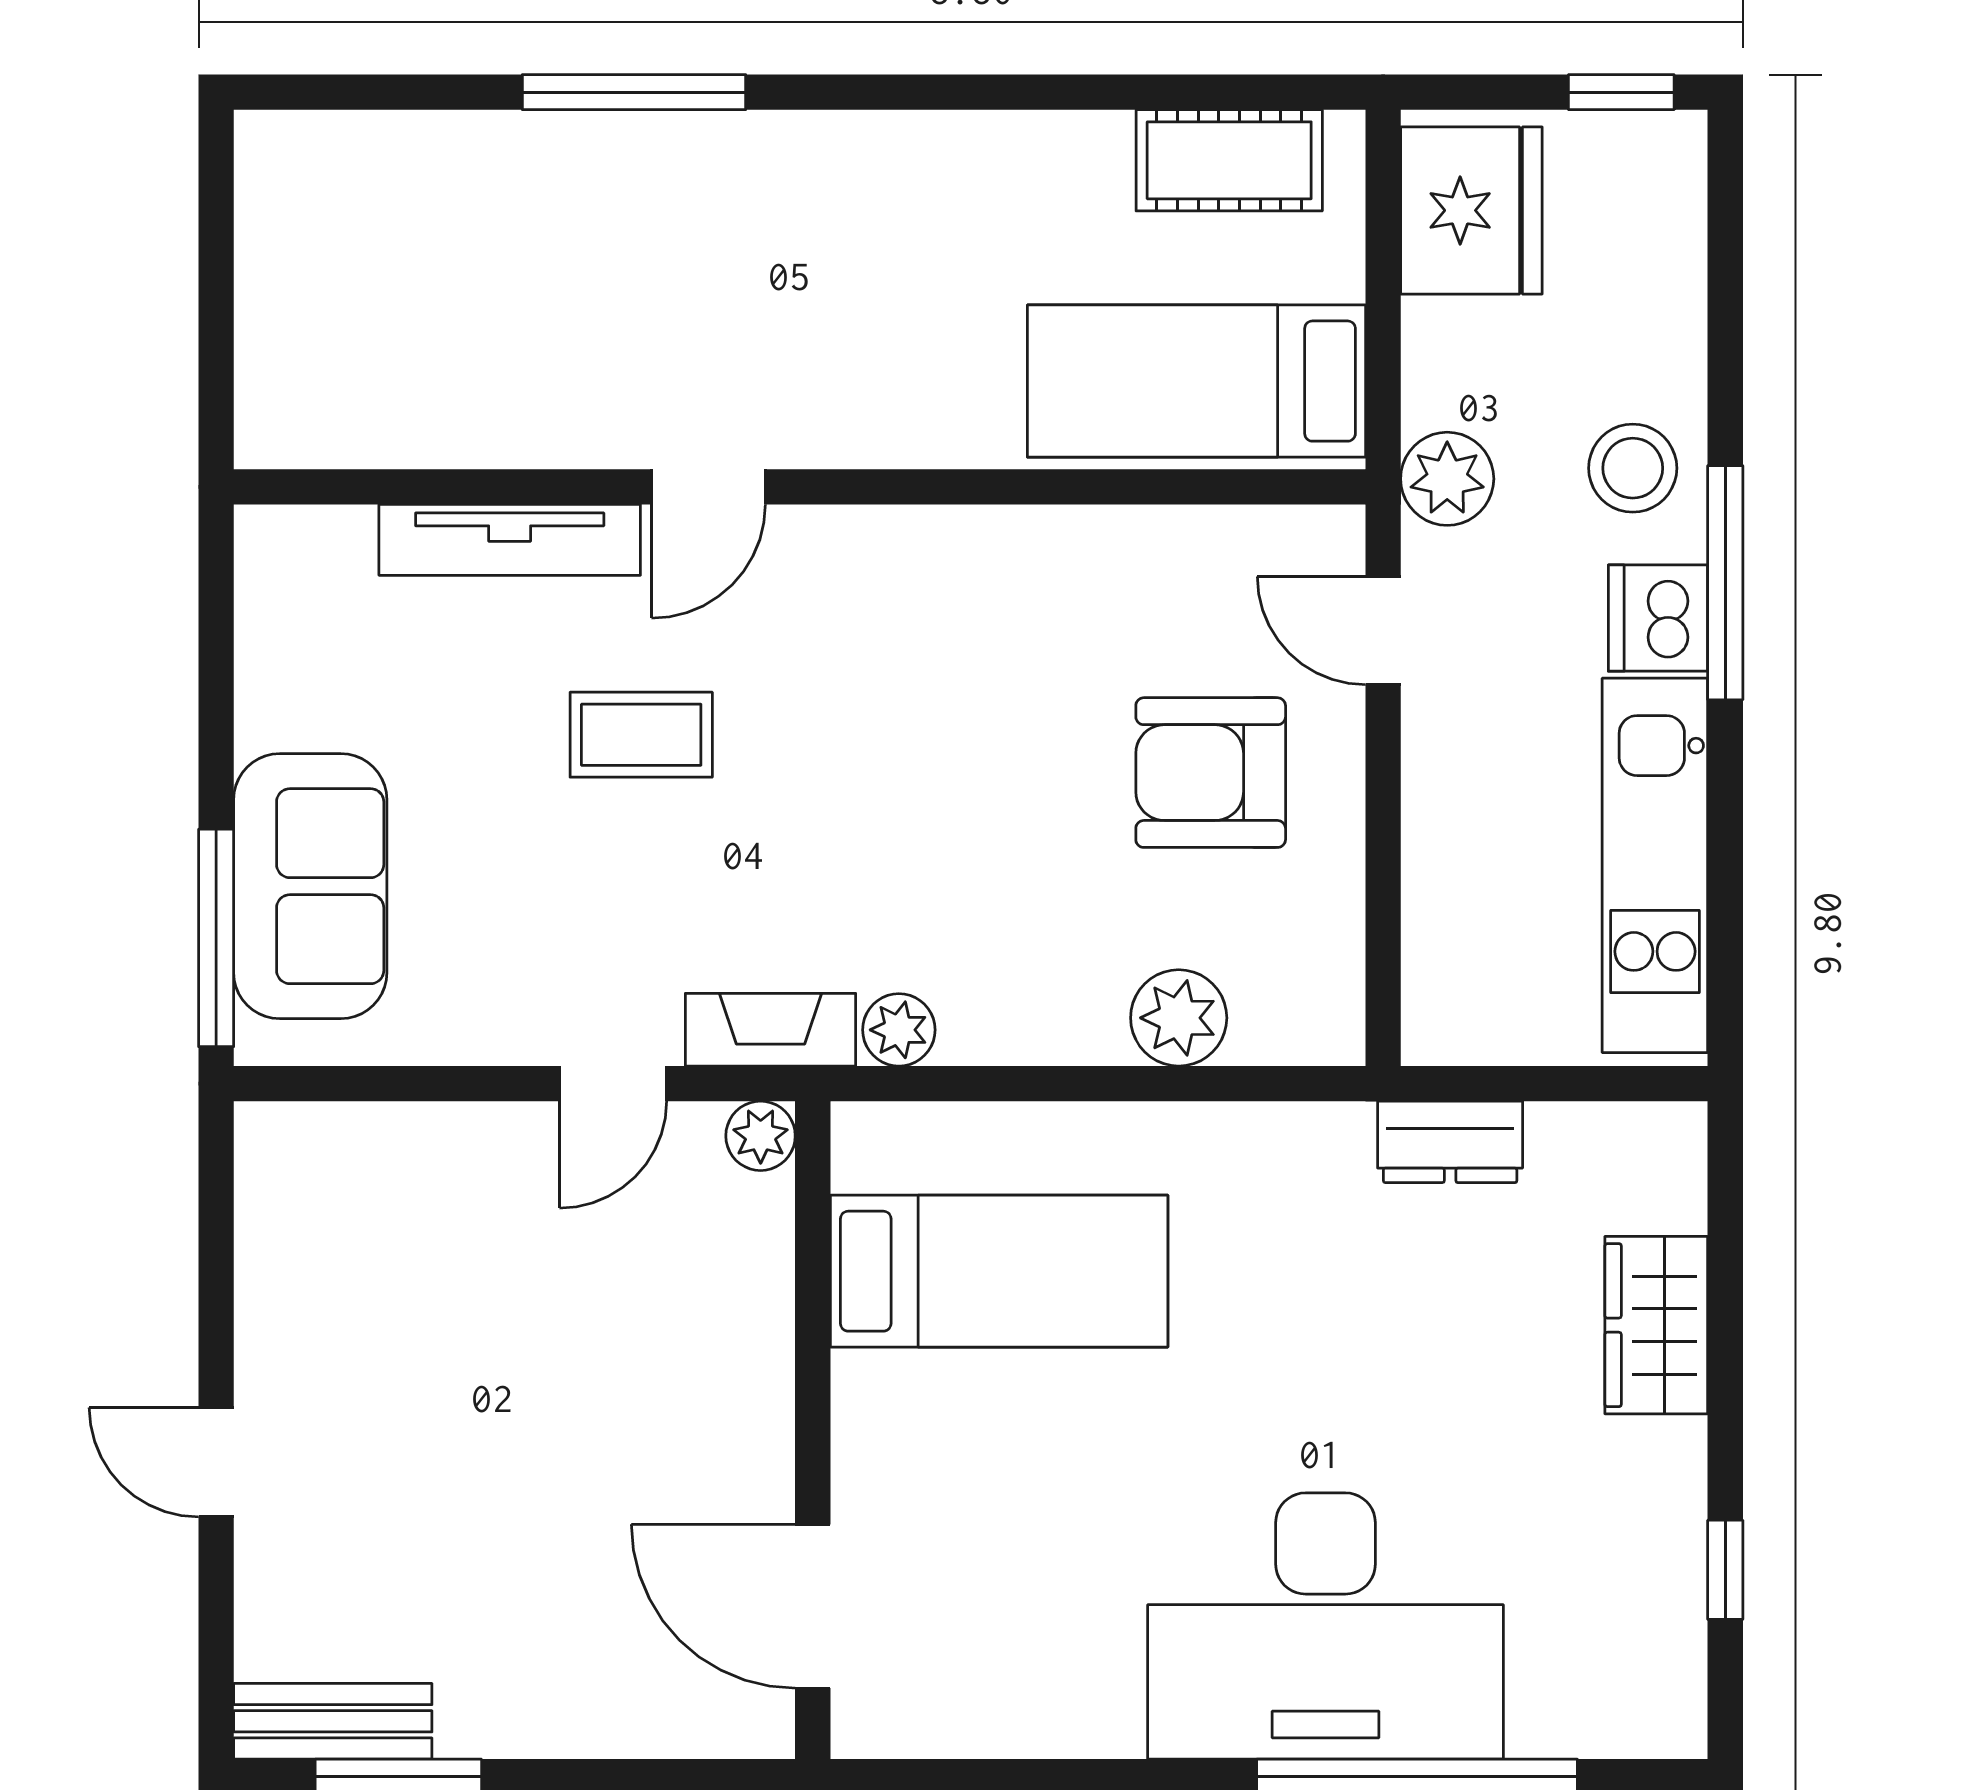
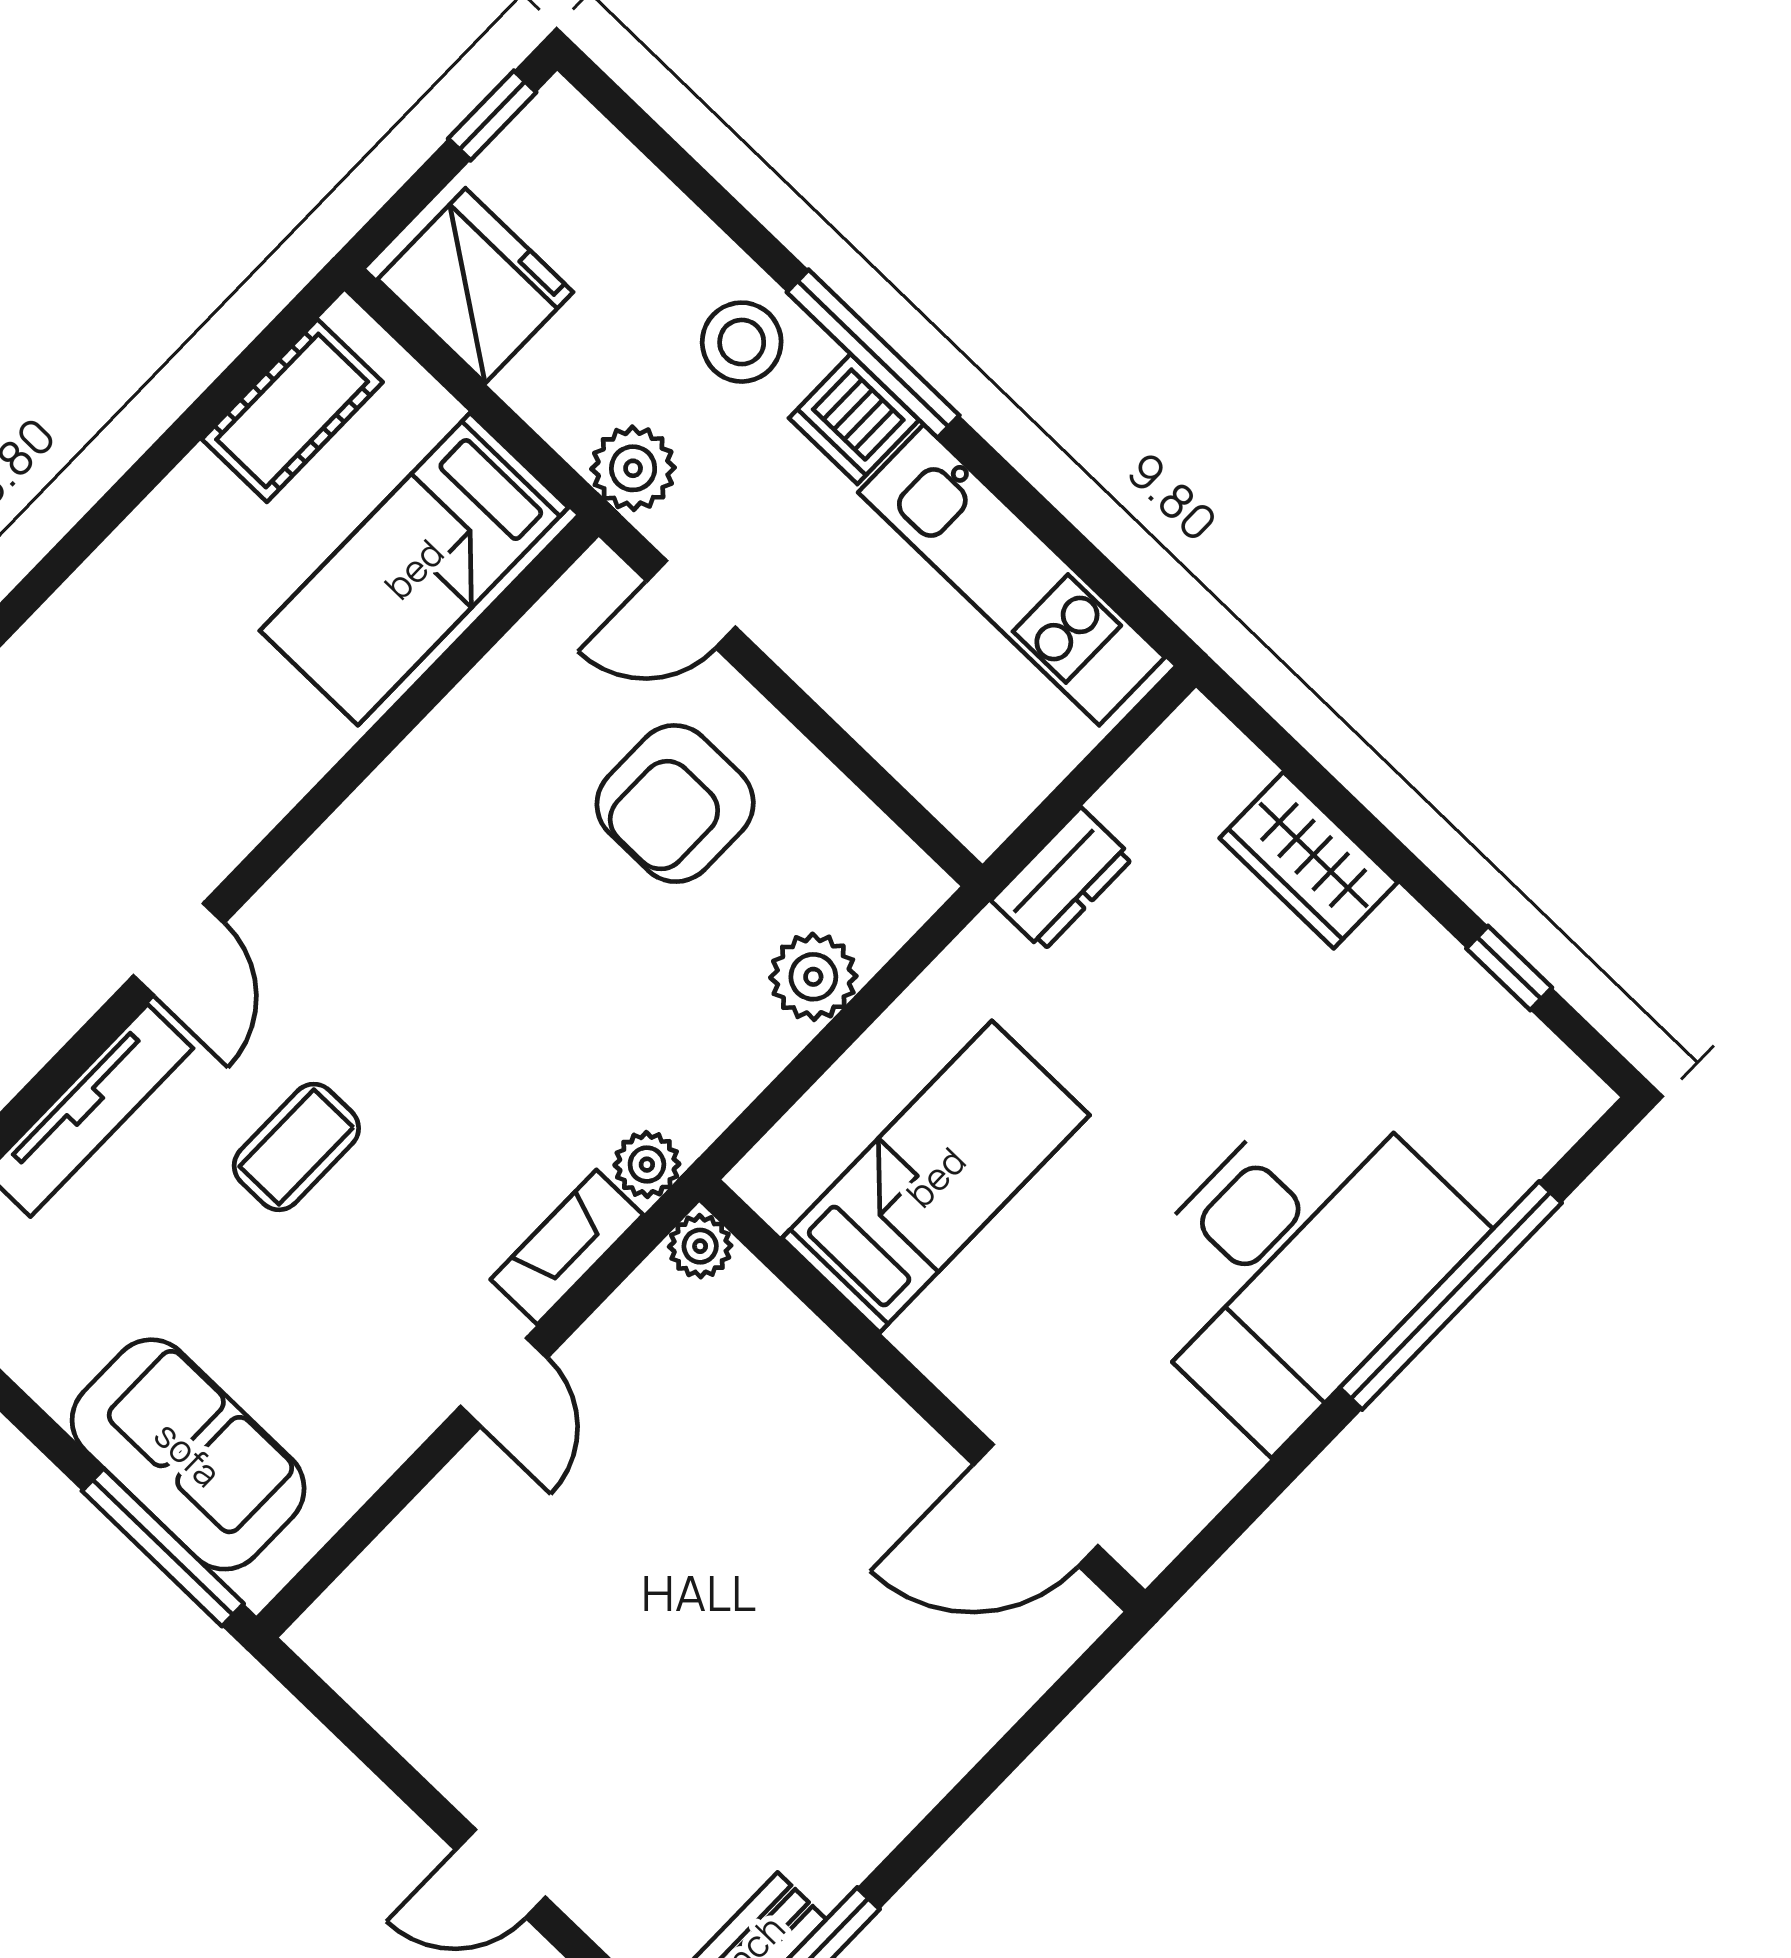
plant: (761, 1136) -> (700, 1246), moved
bed: (999, 1271) -> (936, 1177), moved
wall: (813, 1430) -> (922, 1396), moved
door: (813, 1606) -> (1036, 1505), moved

